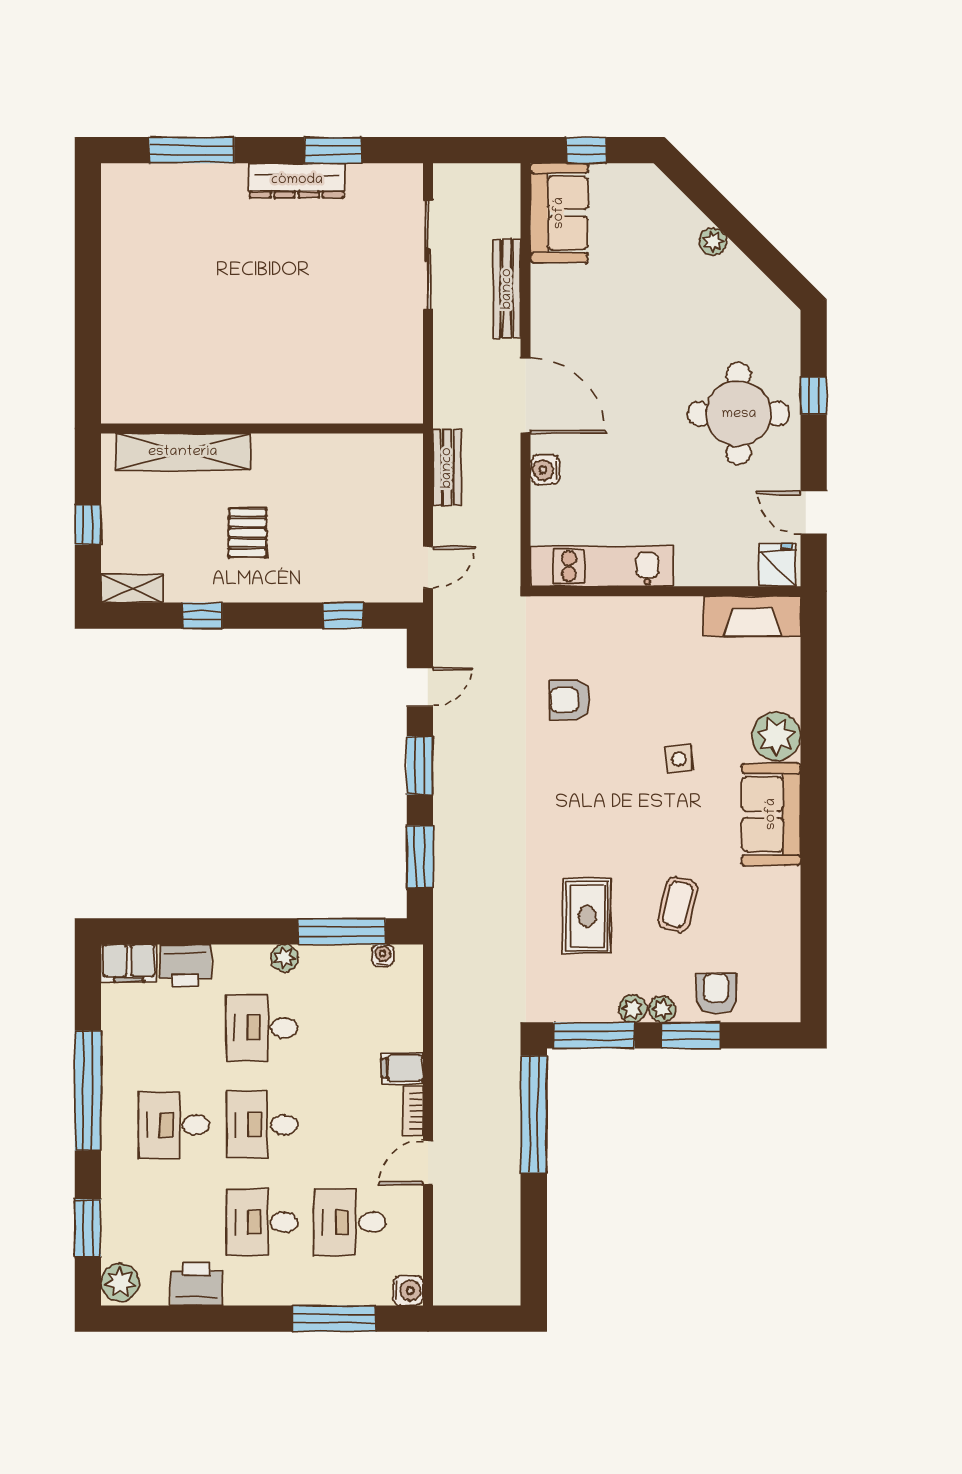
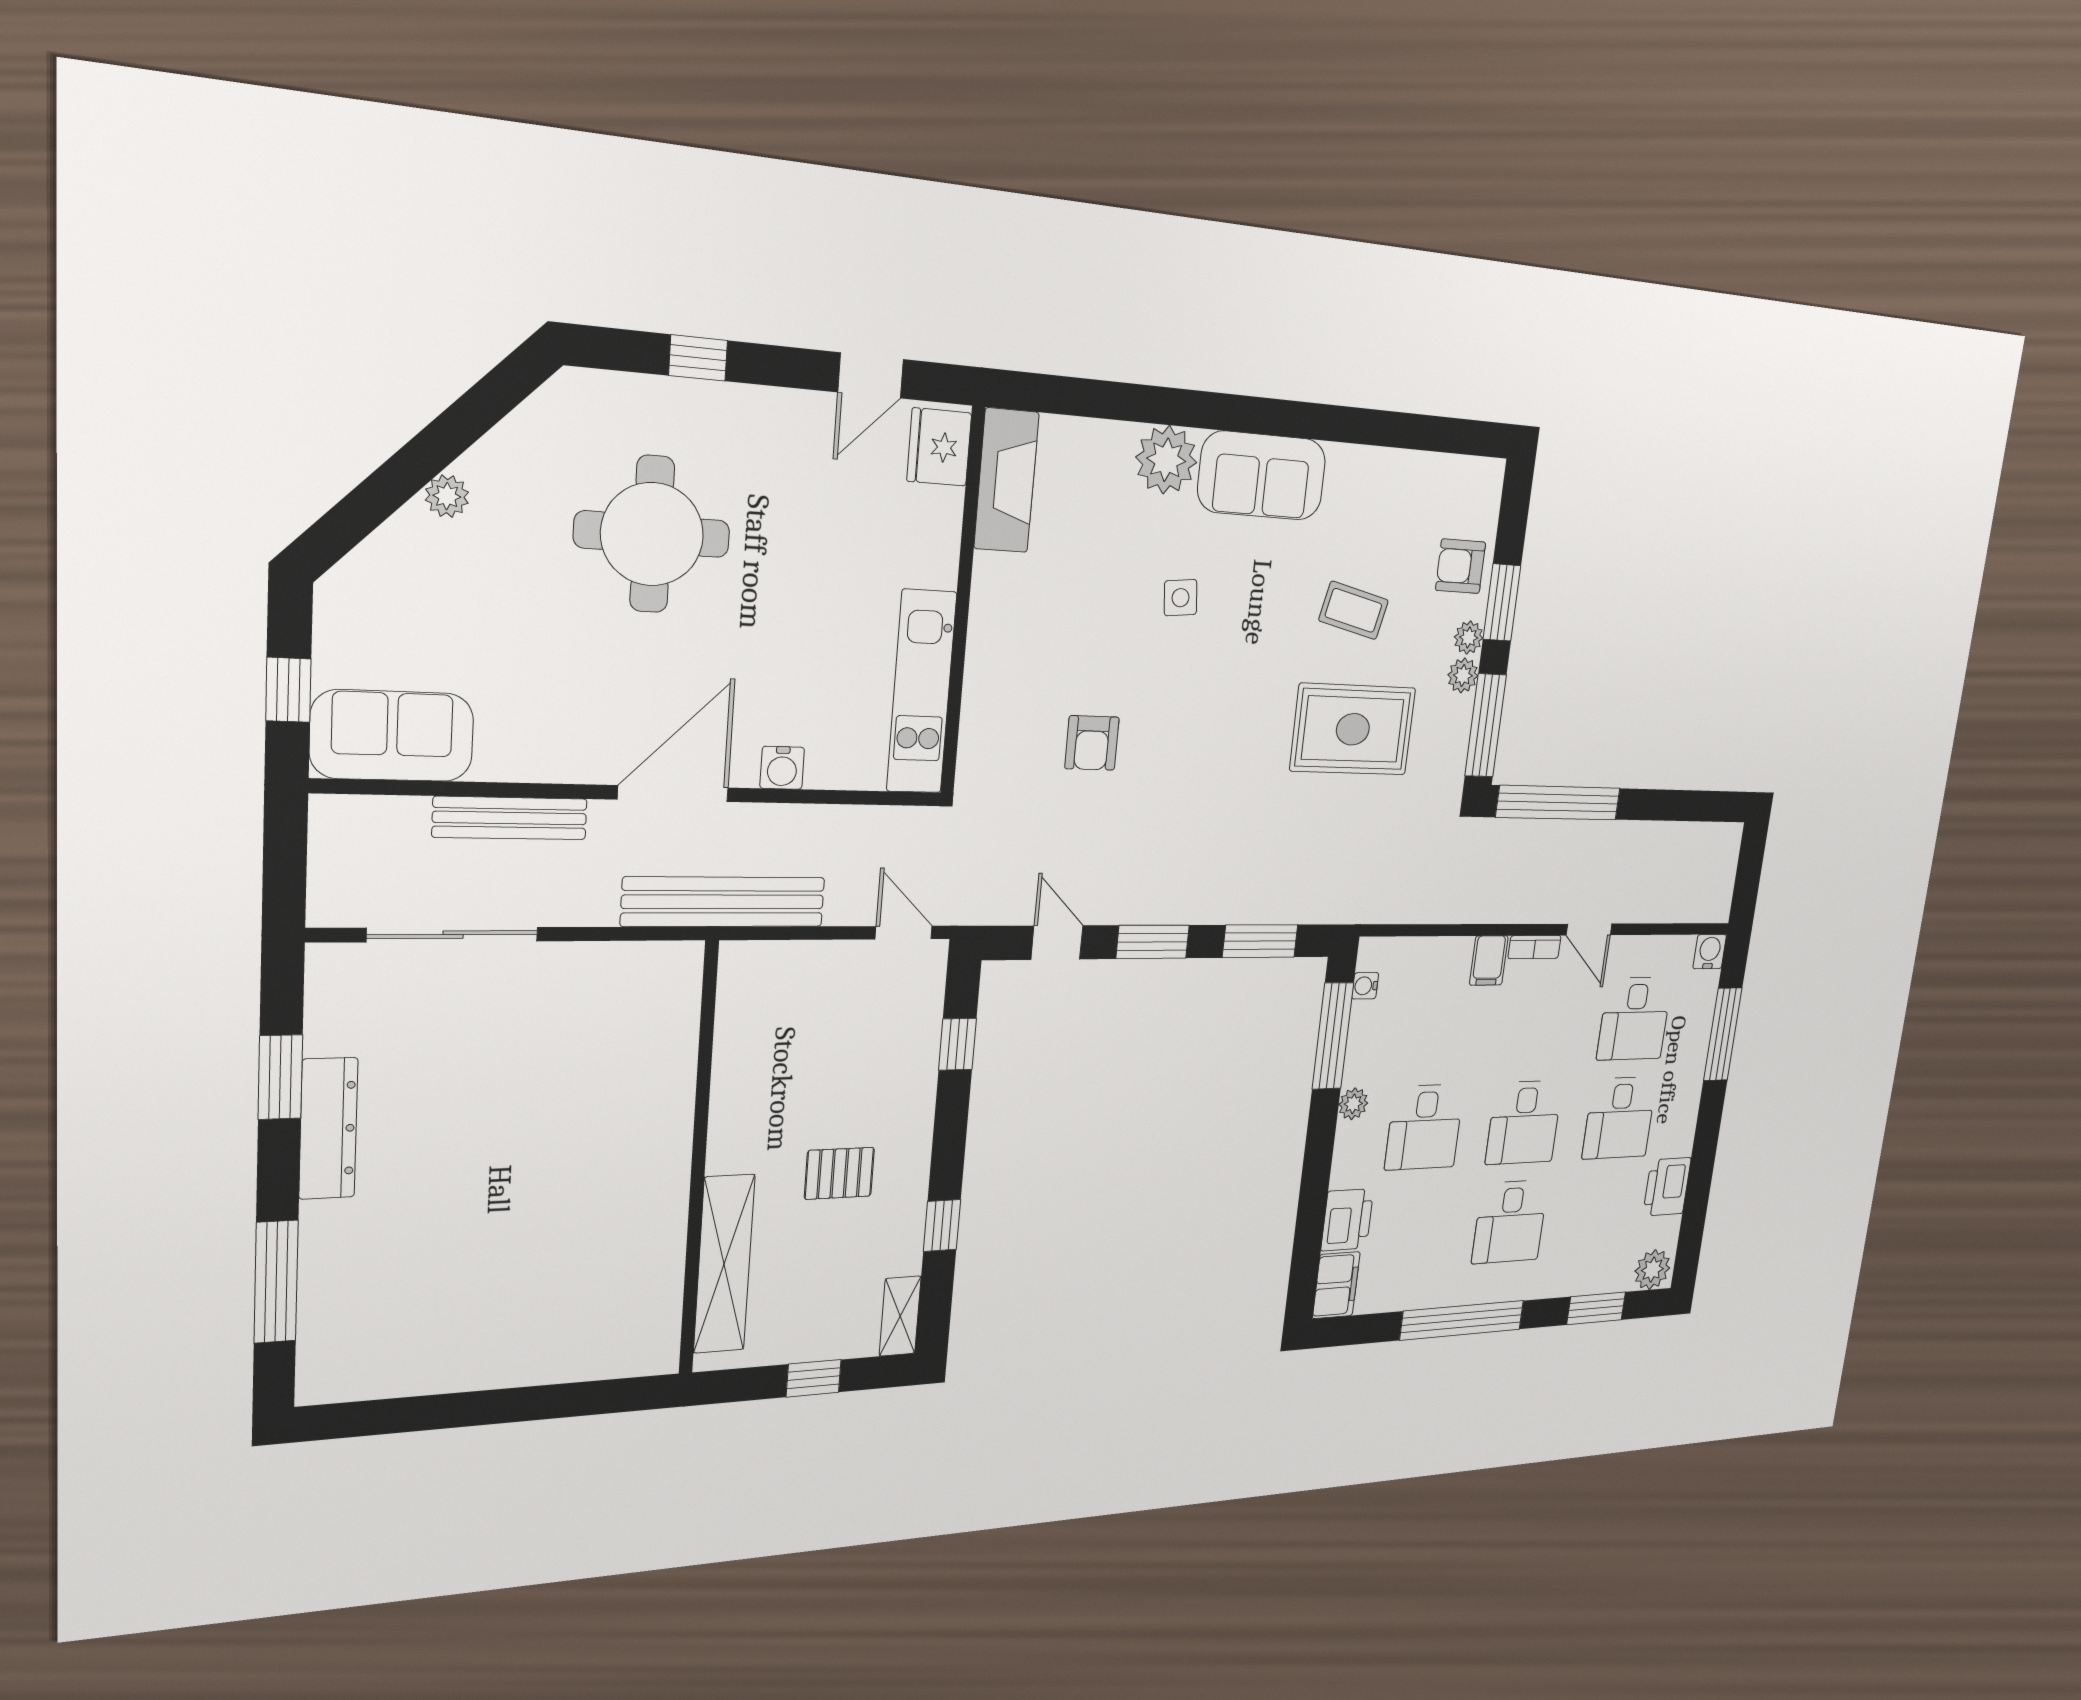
round table: (739, 414) -> (652, 534), moved
bench: (447, 468) -> (724, 902), width x1.86, depth x1.21
fridge: (778, 565) -> (939, 447), width x1.38
rug: (587, 916) -> (1353, 729), width x1.36, depth x1.43

